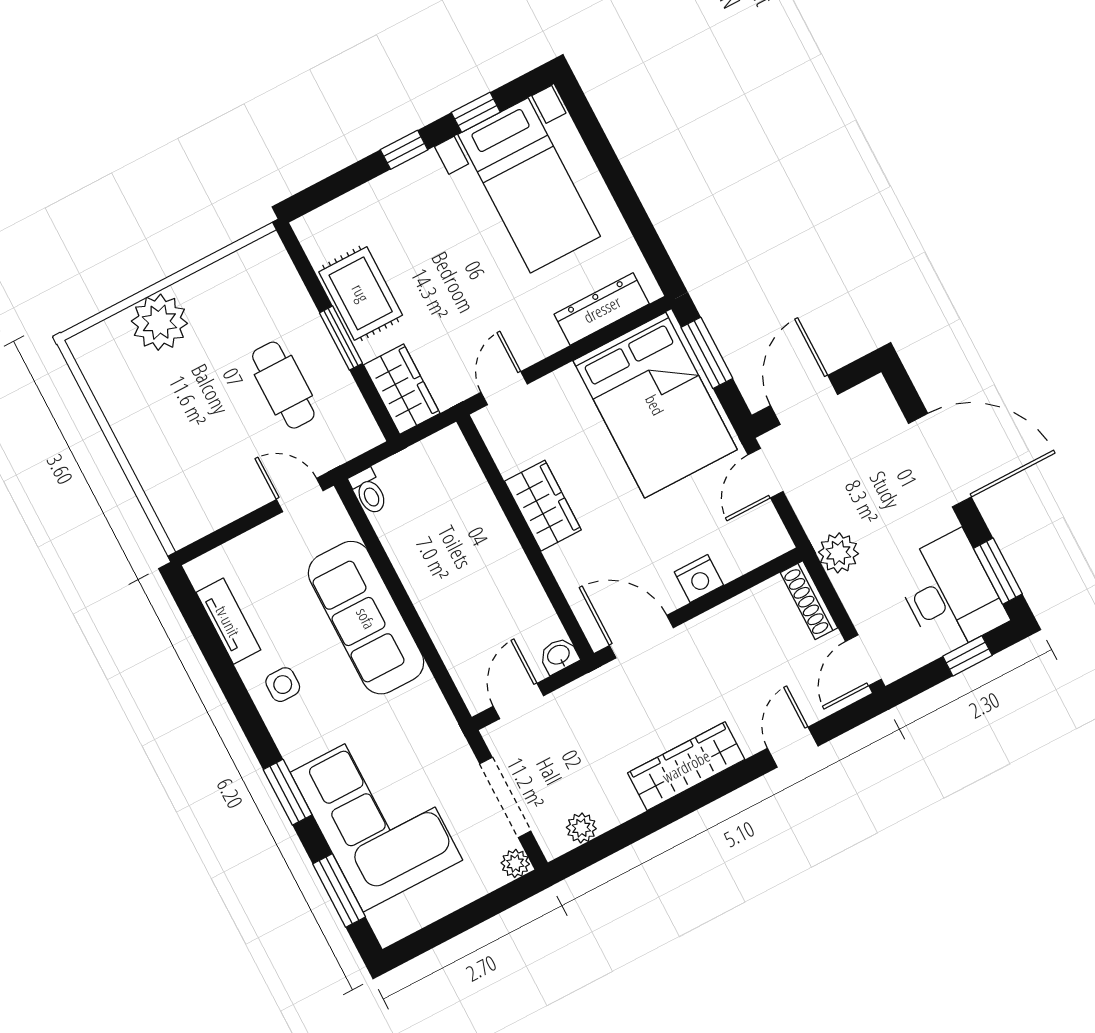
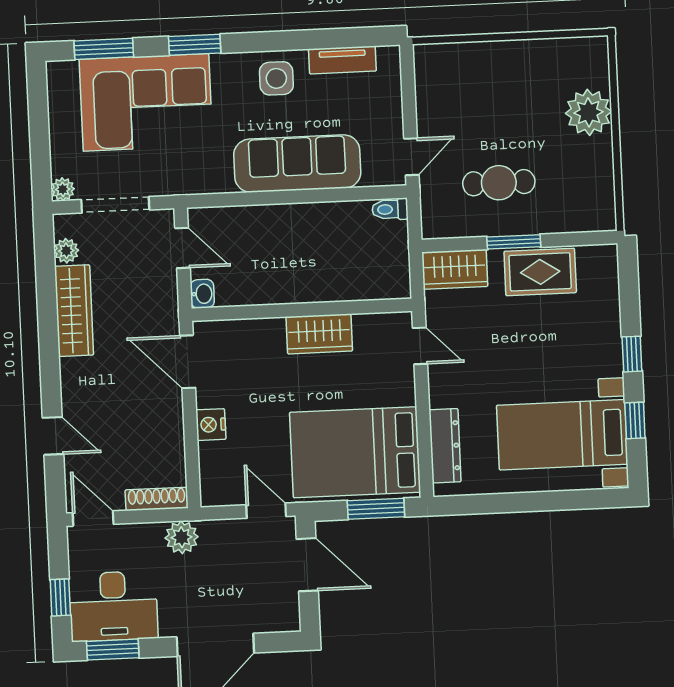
door: (641, 637) -> (188, 362), swing flipped
side table: (283, 685) -> (276, 78), width x1.37, depth x1.37
wardrobe: (686, 766) -> (74, 311), moved

